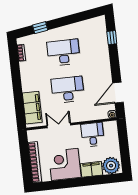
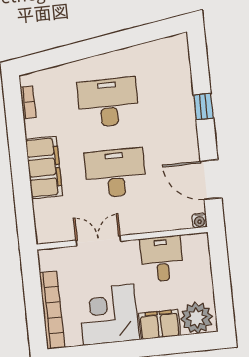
window: (40, 28) -> (64, 55), removed
window: (112, 38) -> (203, 107), moved
door: (118, 93) -> (211, 179), hinge flipped
filing cabinet: (32, 108) -> (44, 167), moved

